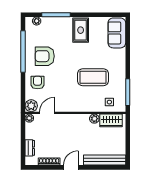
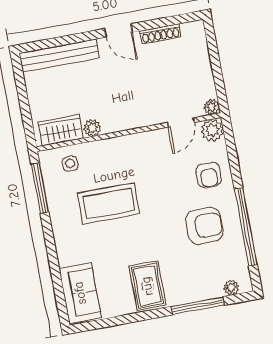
dresser: (30, 148) -> (201, 52), removed
door: (71, 167) -> (119, 31), hinge flipped

